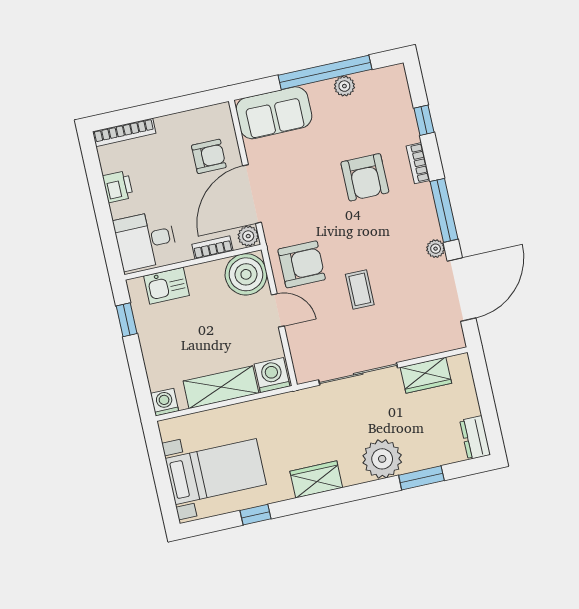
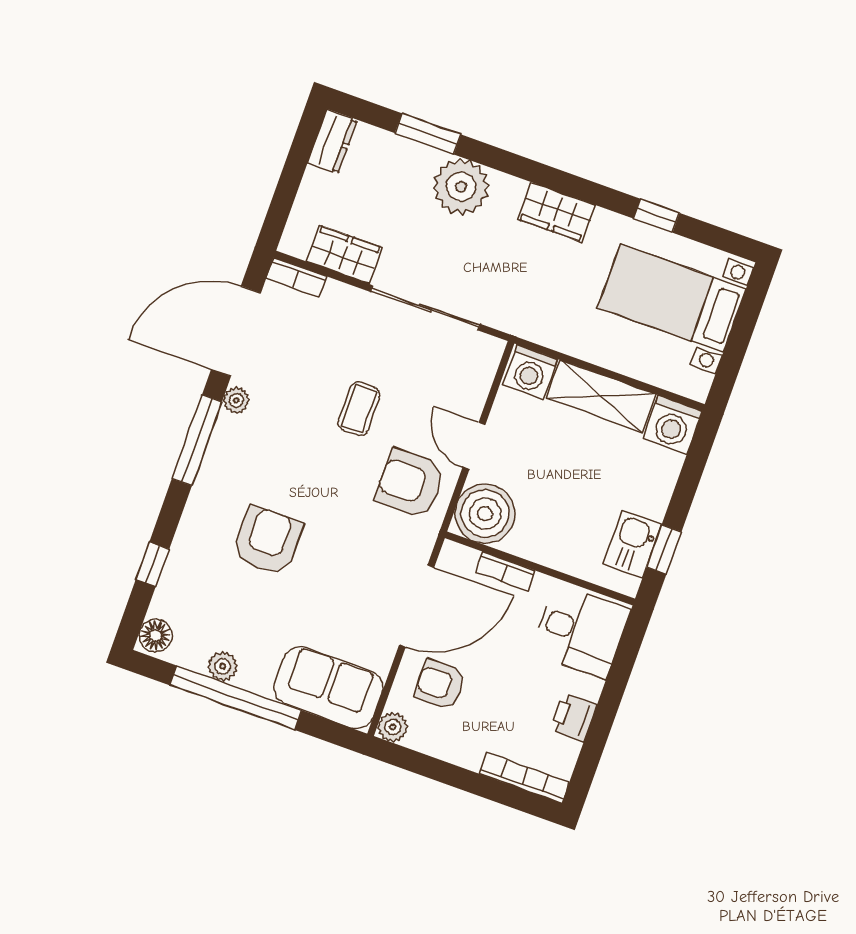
floor lamp: (396, 79) -> (156, 636), added
bookcase: (418, 163) -> (296, 277), moved, turned 90
plant: (248, 236) -> (393, 727), moved
kitchen sink: (166, 286) -> (632, 544), moved, turned -90
washing machine: (165, 402) -> (673, 425), width x1.38, depth x1.38

